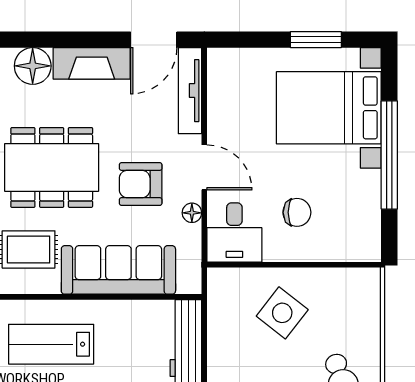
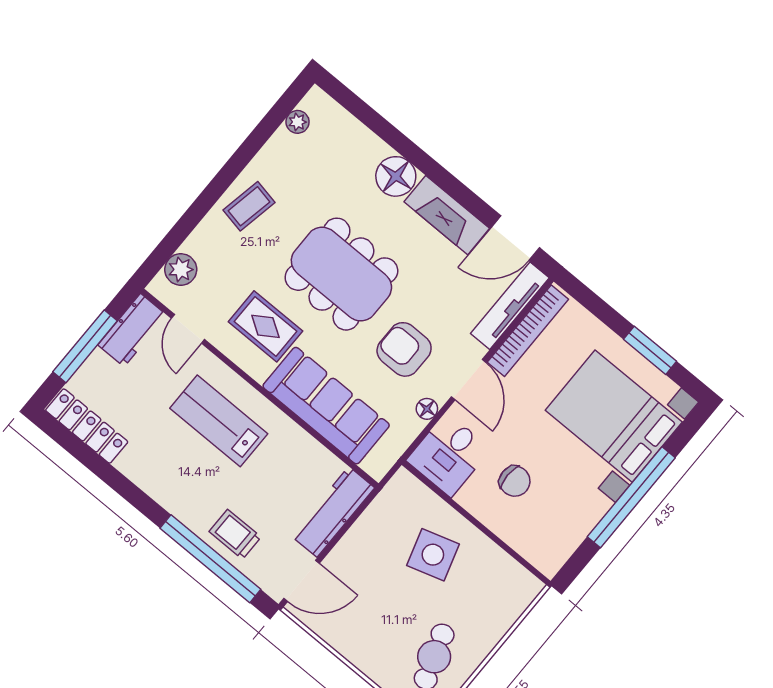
bookcase: (217, 98) -> (528, 331), added
side table: (282, 313) -> (433, 555), turned 35

